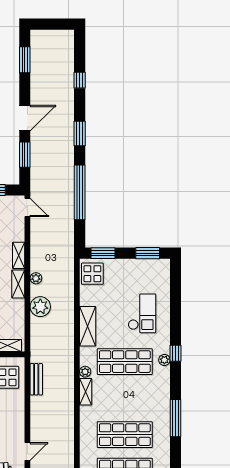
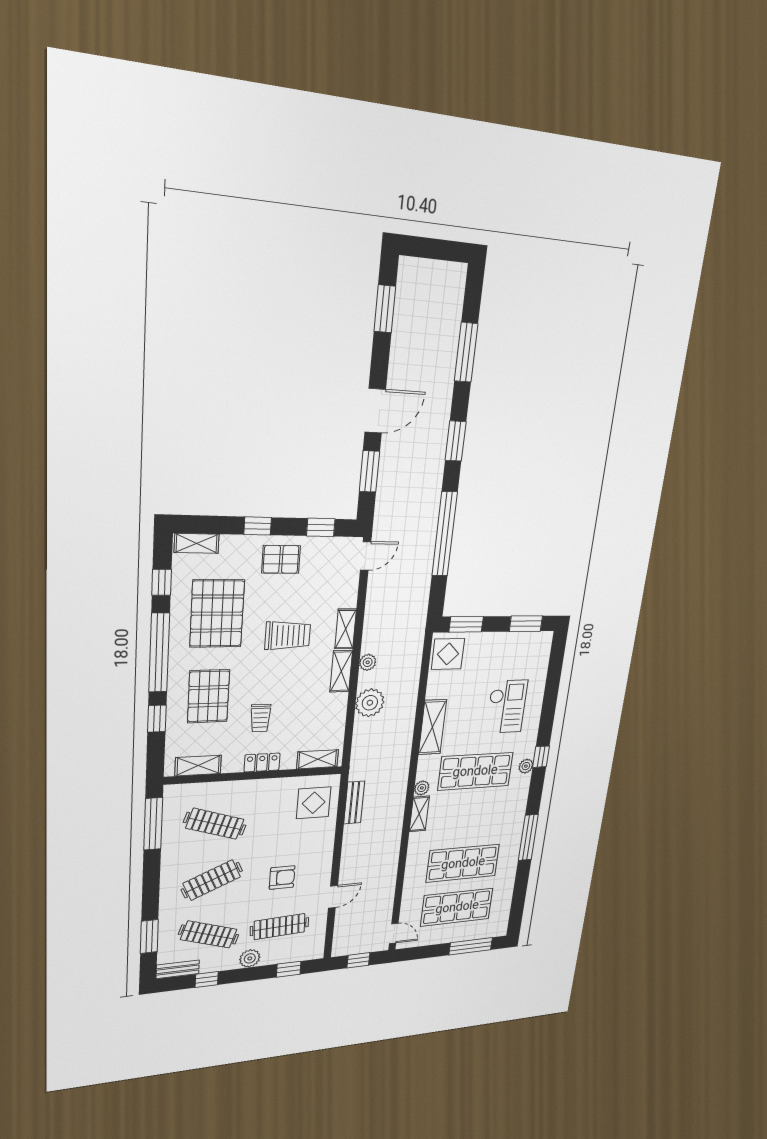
window: (80, 80) -> (466, 352), width x2.17
door: (27, 207) -> (366, 556), hinge flipped

